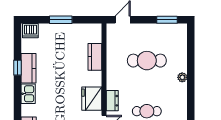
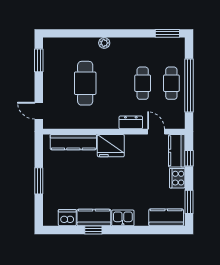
dishwasher: (30, 31) -> (67, 218), moved, turned -90
kitchen counter: (95, 57) -> (73, 142), width x1.50
fridge: (92, 99) -> (111, 146), moved

